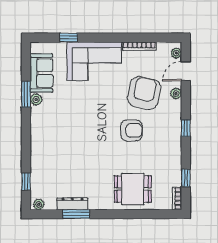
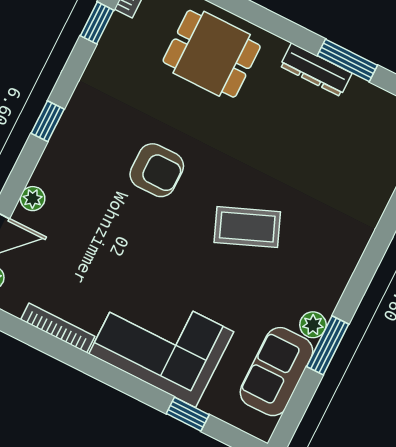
armchair: (144, 93) -> (95, 231), removed
coffee table: (83, 126) -> (247, 227), added
armchair: (131, 130) -> (157, 170), turned 180
dresser: (72, 204) -> (316, 70), moved

